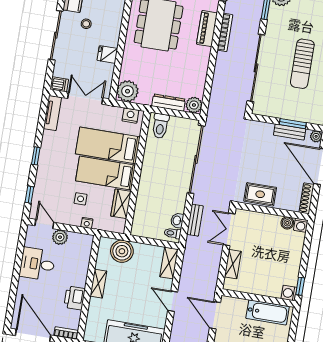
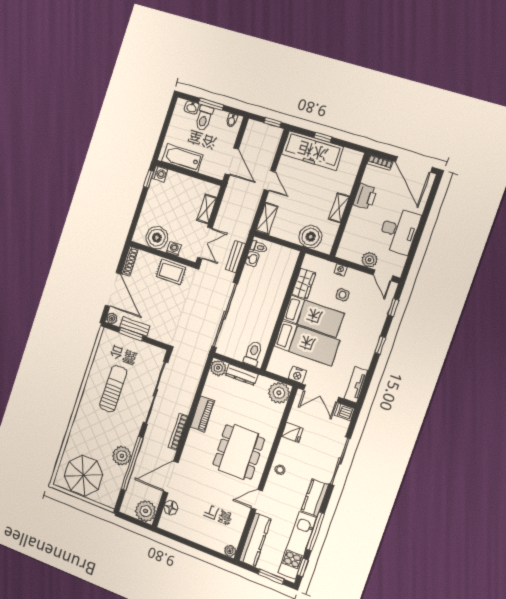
stool: (86, 24) -> (280, 470), moved
piano: (207, 29) -> (202, 414), moved
nightstand: (130, 116) -> (297, 375), moved
boiler: (287, 223) -> (157, 238), width x1.86, depth x1.86
washing machine: (301, 225) -> (174, 249), moved
desk: (37, 264) -> (399, 231), width x1.37

